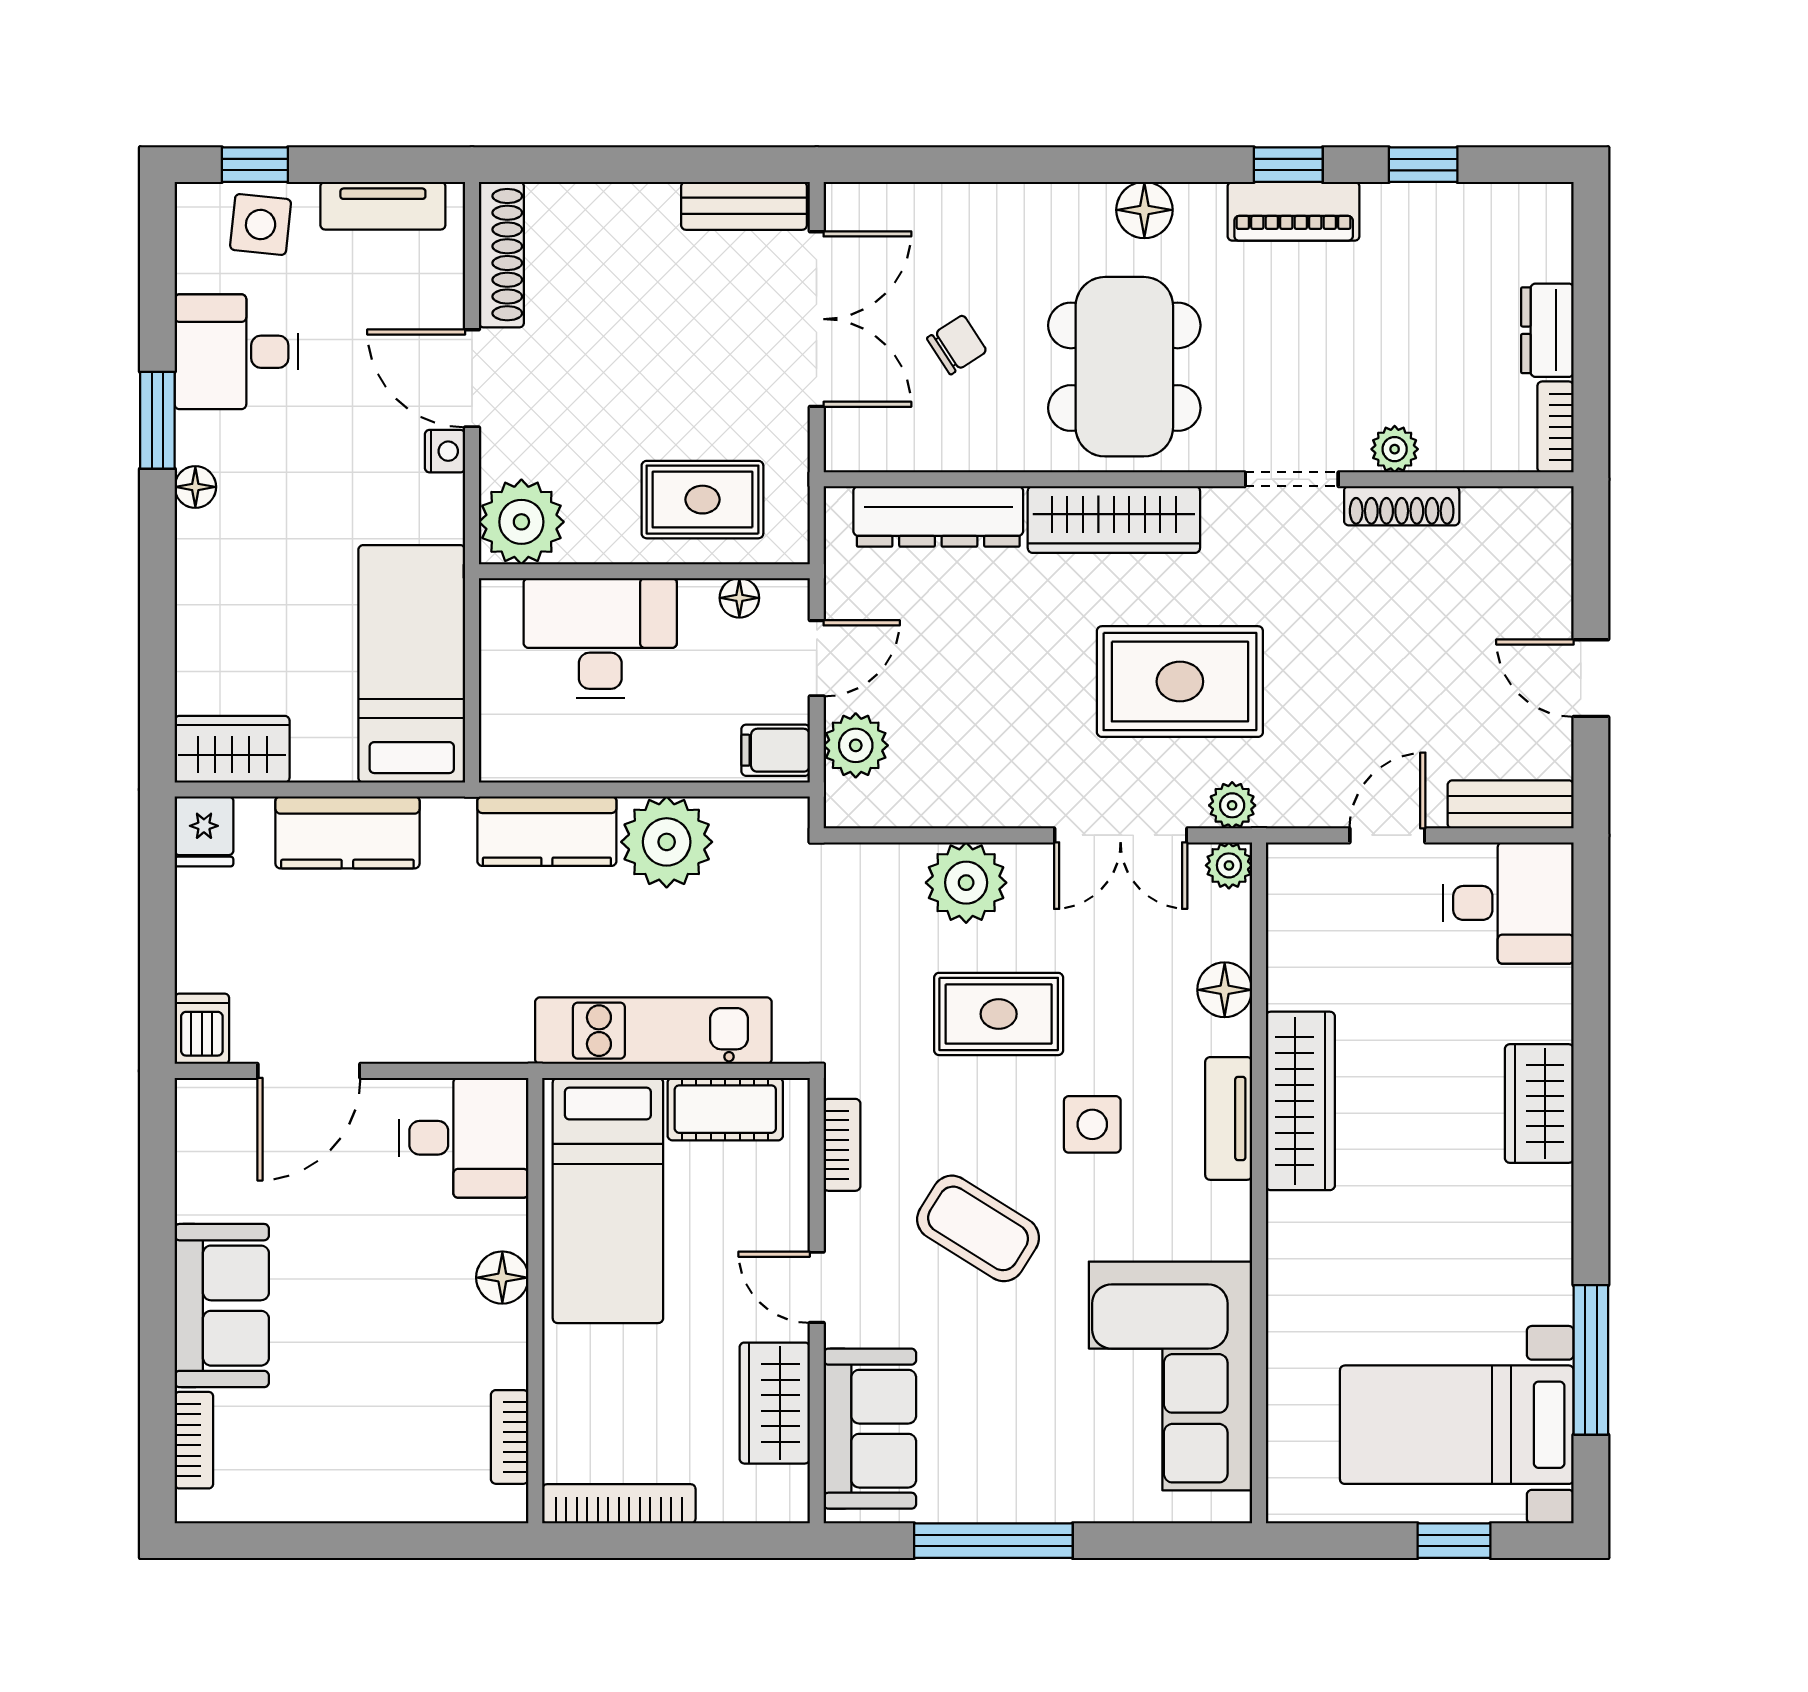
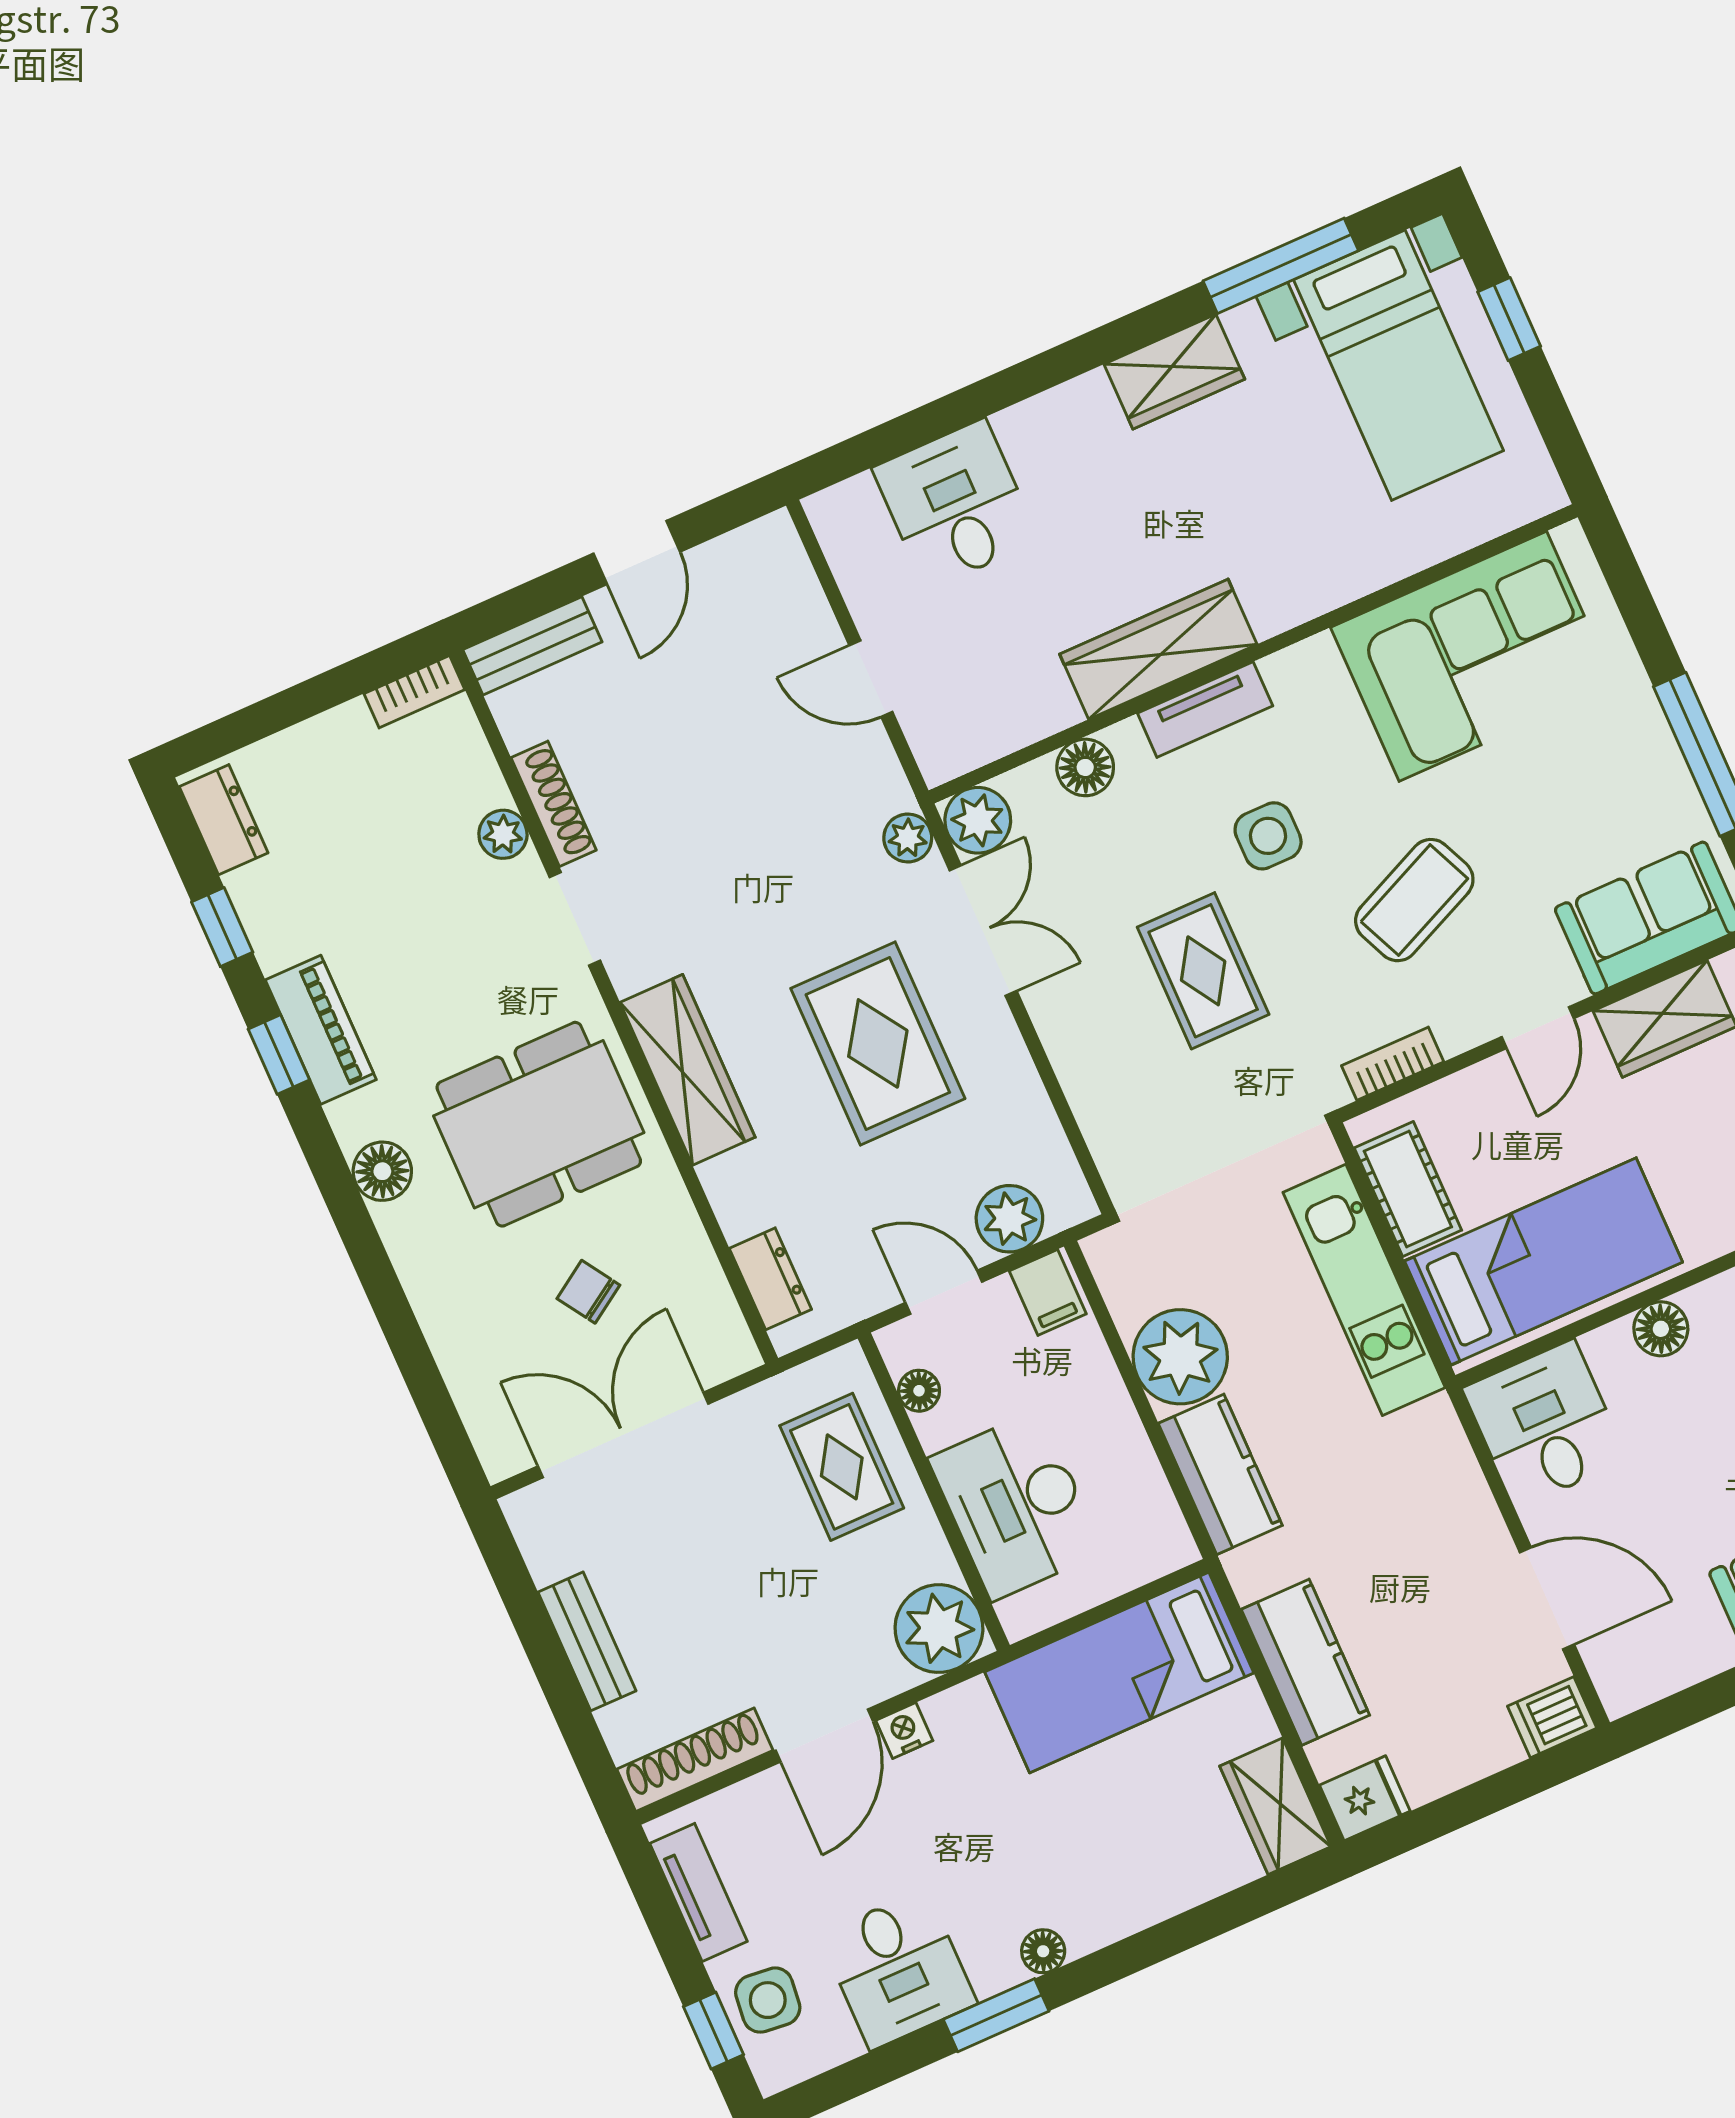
bench: (744, 206) -> (587, 1641), moved
dresser: (1547, 330) -> (224, 820), moved, turned -90
dresser: (938, 516) -> (770, 1279), width x0.51, depth x0.80
rug: (1180, 682) -> (878, 1043), moved
bench: (1511, 804) -> (532, 646), moved, turned 90
plant: (1229, 865) -> (978, 820), width x1.38, depth x1.38
plant: (966, 883) -> (1093, 1057), removed
desk: (1508, 903) -> (956, 504), moved
wardrobe: (1539, 1104) -> (1174, 372), moved
coffee table: (978, 1228) -> (1414, 900), turned 34

